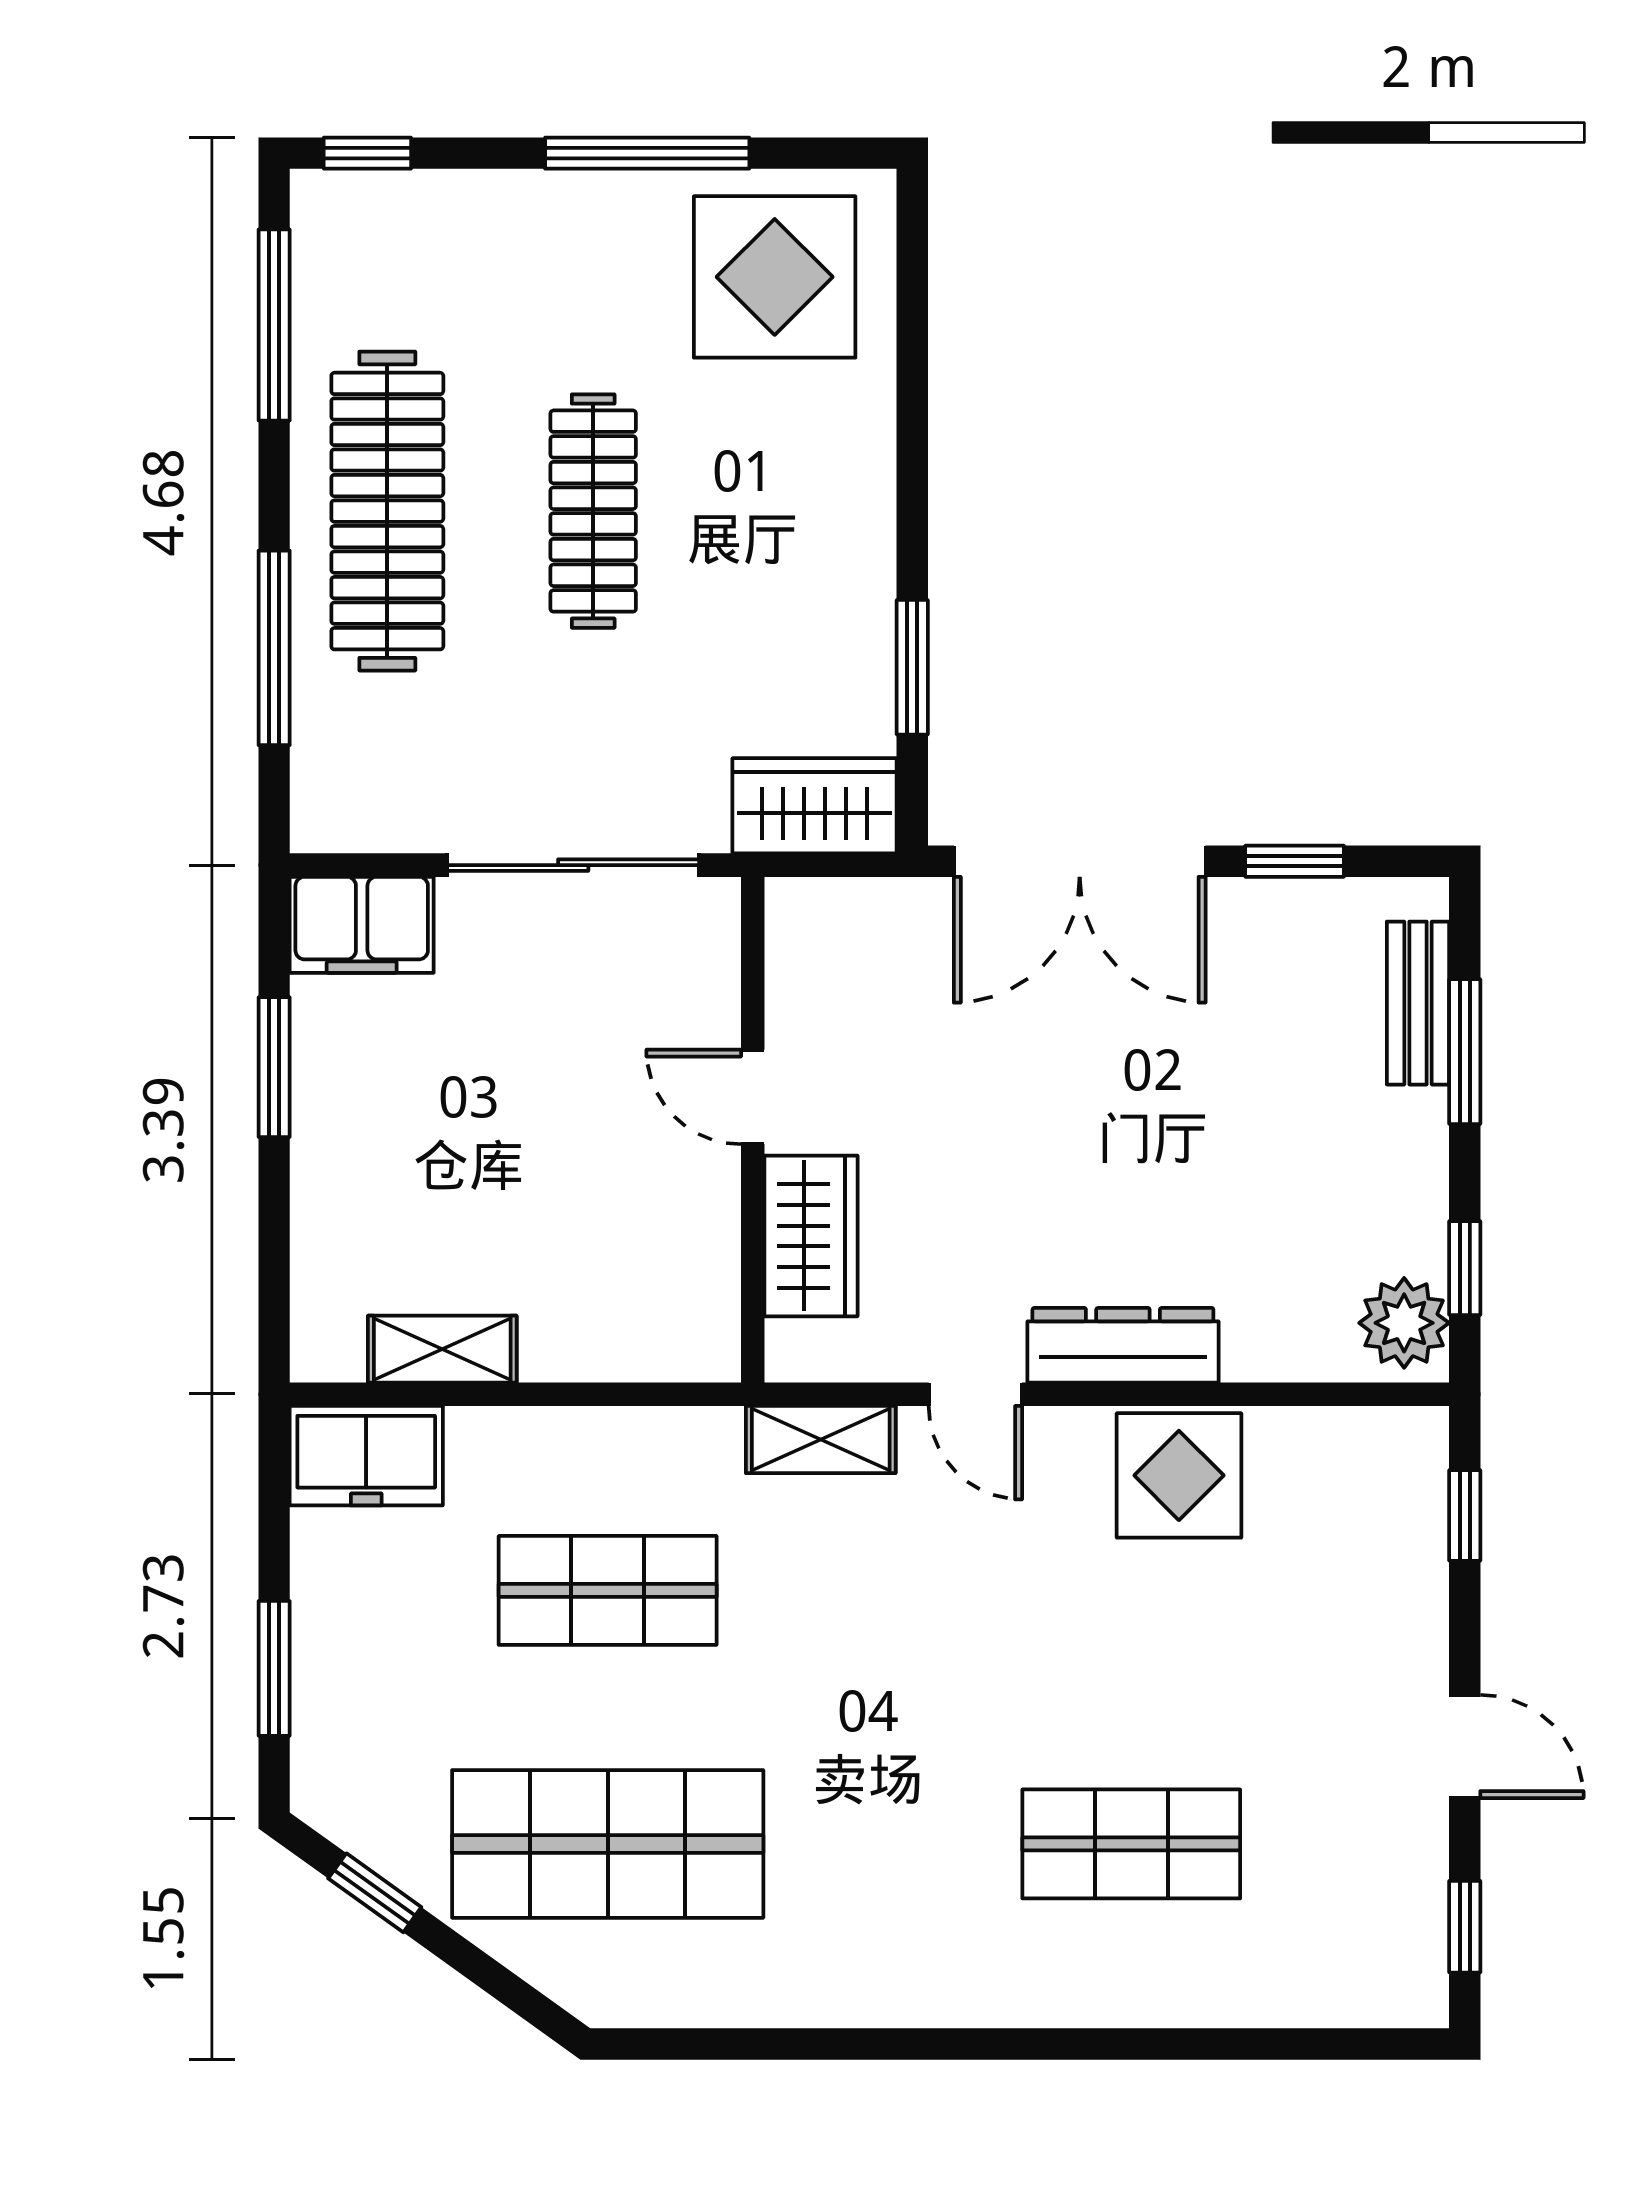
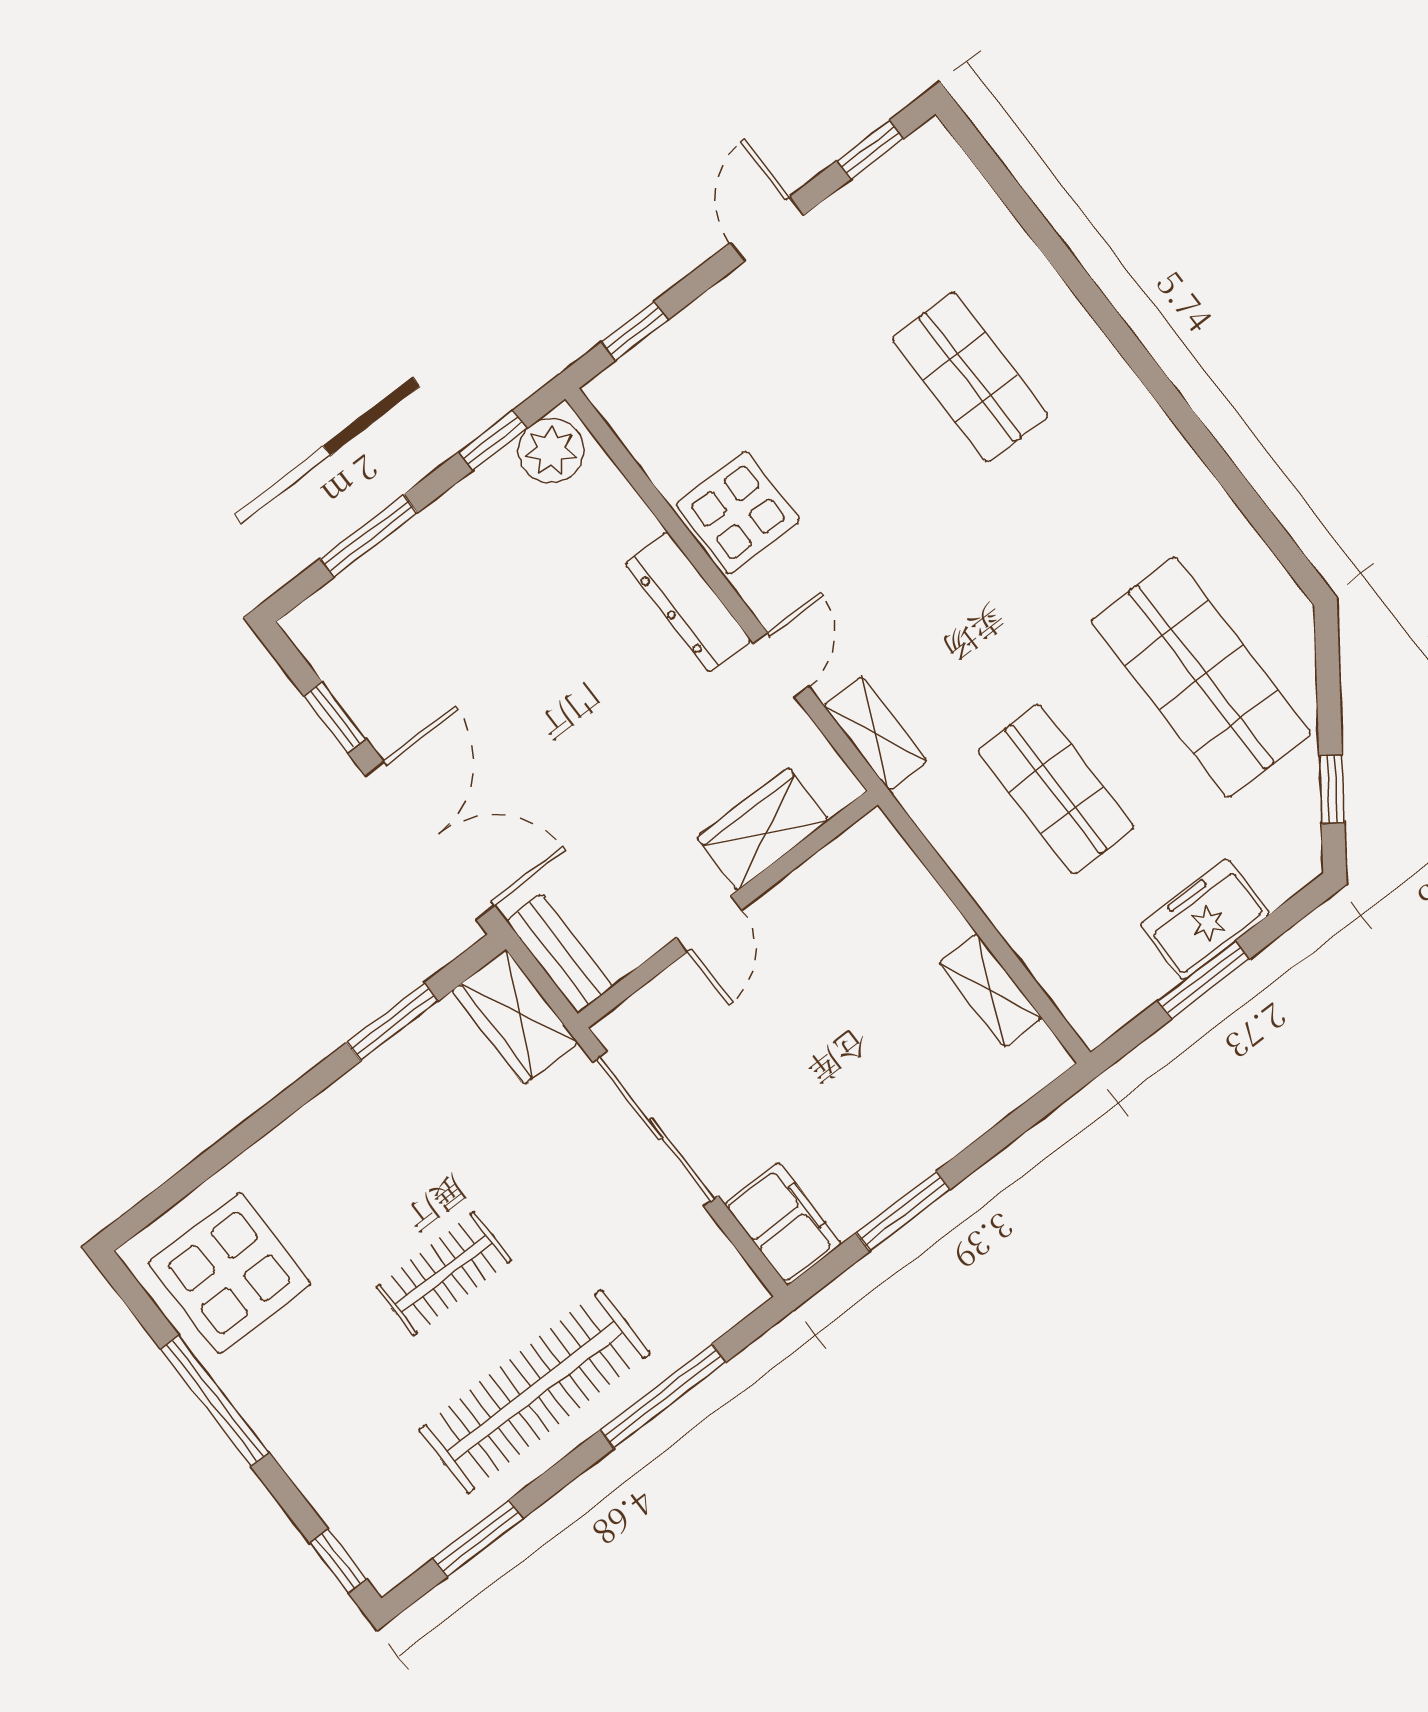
window: (274, 325) -> (478, 1539), width x0.69
clothes rail: (593, 511) -> (444, 1274), width x0.73
bench: (1418, 1003) -> (560, 954), moved, turned 90
freezer: (366, 1456) -> (1205, 919), moved, turned -90
window: (274, 1668) -> (1204, 980), moved

